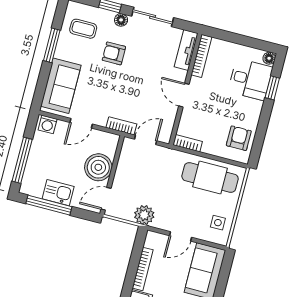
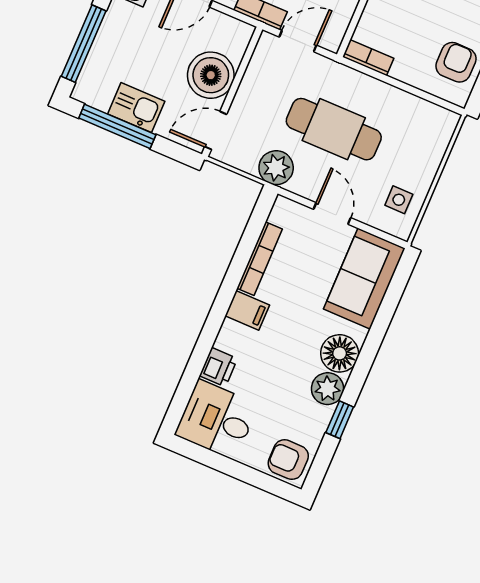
cafe table: (210, 177) -> (334, 129), moved
door: (181, 236) -> (332, 214), swing flipped

